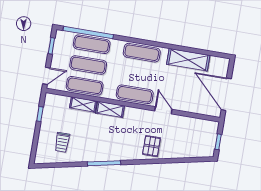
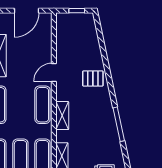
door: (226, 94) -> (27, 11), width x0.73
shelving: (110, 109) -> (62, 116), moved

